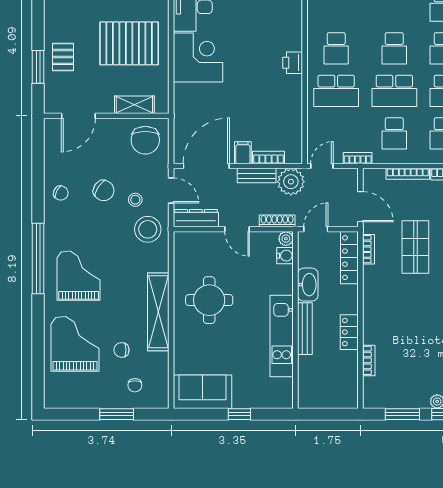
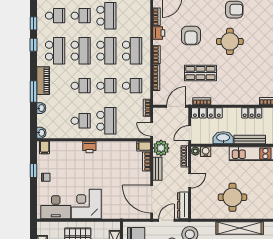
school desk: (394, 91) -> (106, 86), width x0.54
filing cabinet: (243, 153) -> (144, 146), moved
door: (316, 229) -> (190, 133), hinge flipped

